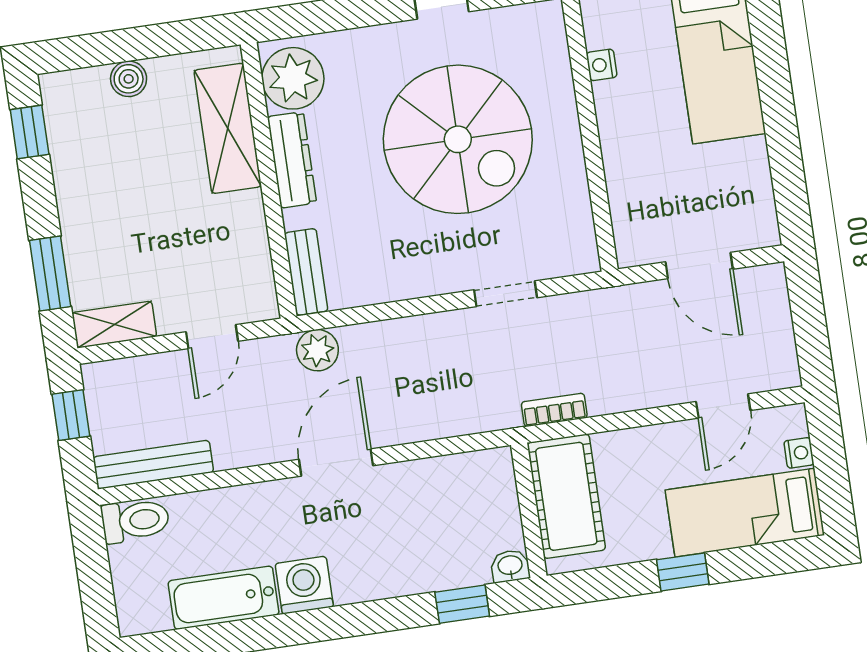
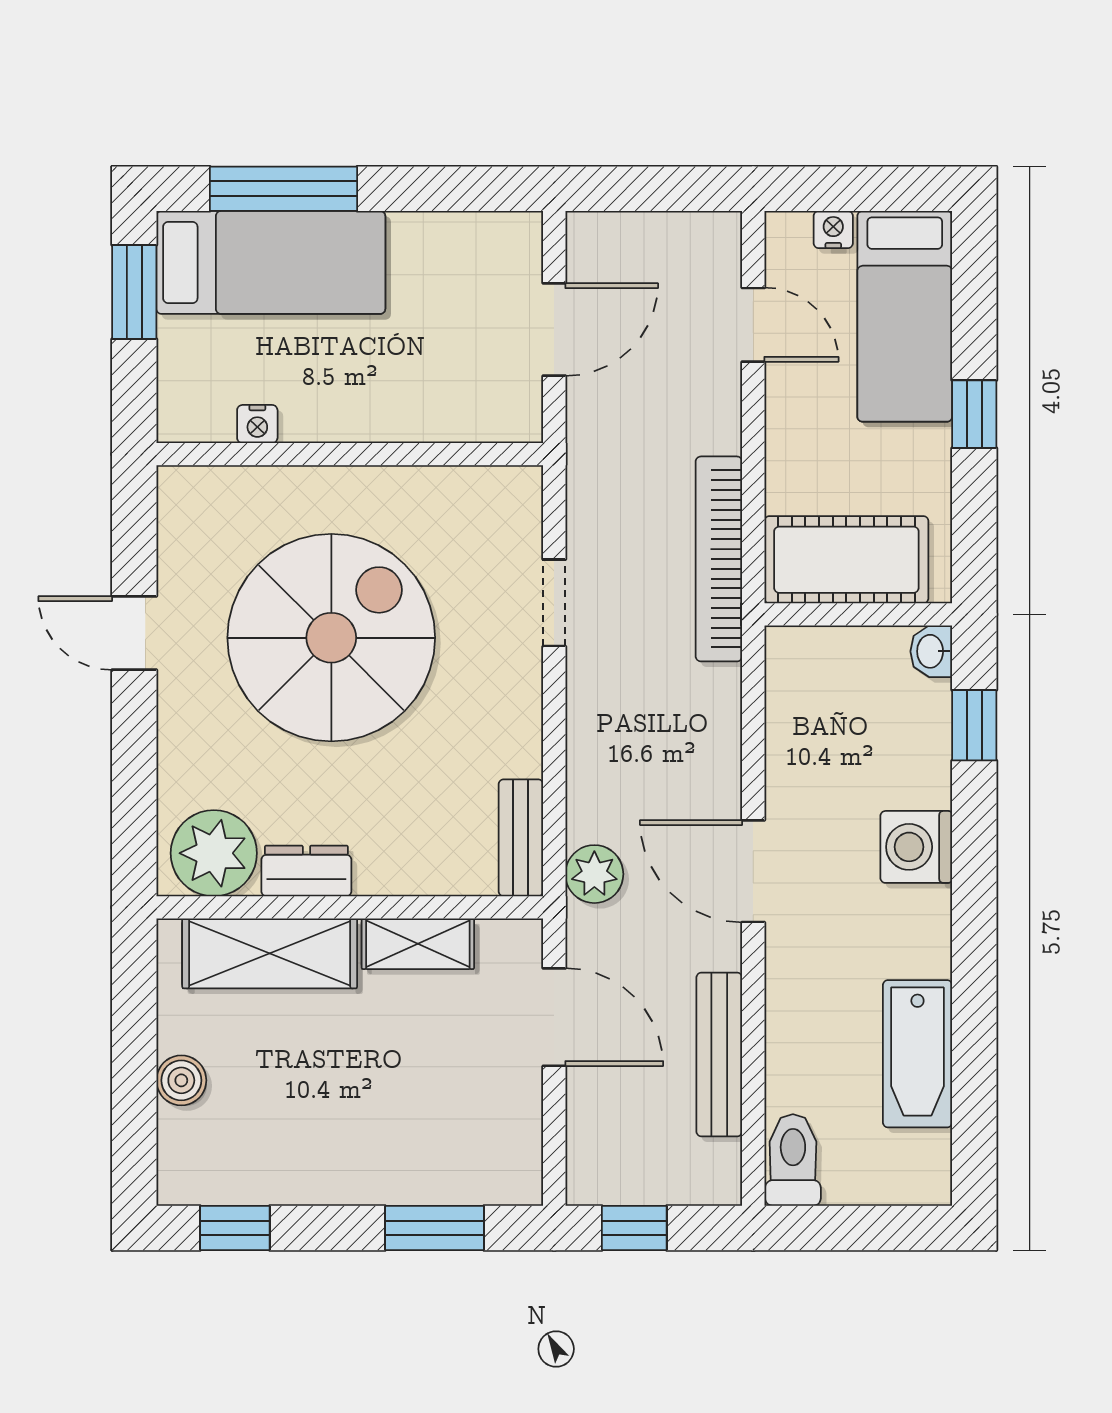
window: (771, 59) -> (284, 189), added
dresser: (292, 160) -> (306, 871), width x0.70
bench: (306, 272) -> (521, 838), moved, turned 90
shelving: (114, 325) -> (418, 944), moved, turned 90
door: (212, 337) -> (554, 1017), width x1.38
bookcase: (554, 410) -> (719, 559), width x2.31, depth x1.31
bench: (153, 465) -> (719, 1055), moved
washing machine: (304, 585) -> (916, 847), moved

